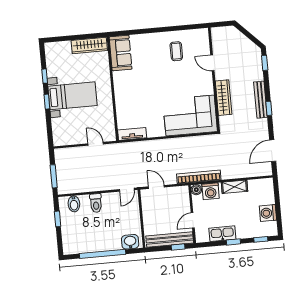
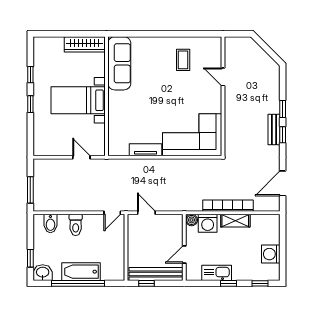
sofa: (121, 53) -> (119, 63), width x1.36
window: (265, 63) -> (283, 109), moved
bed with nightstands: (72, 96) -> (78, 100), moved, turned 180
wardrobe: (224, 98) -> (232, 118), removed
bench: (260, 100) -> (274, 130), width x0.73
tv unit: (132, 134) -> (145, 150), moved
bookcase: (199, 177) -> (228, 206), moved
window: (58, 219) -> (30, 258), moved
washbasin: (130, 242) -> (43, 273), moved
bathtub: (104, 243) -> (81, 272), added
window: (178, 247) -> (146, 283), moved

